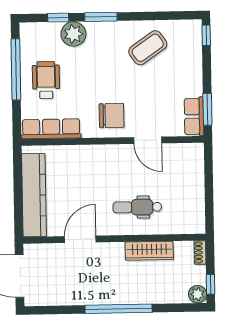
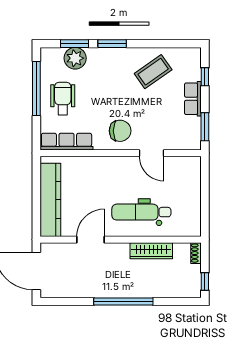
window: (58, 18) -> (74, 44), width x1.50
plant: (73, 34) -> (75, 58), moved
window: (206, 35) -> (205, 77), moved
row of seats: (194, 116) -> (193, 99), moved
dental chair: (137, 207) -> (141, 212), width x1.36, depth x1.38
plant: (198, 294) -> (193, 290), removed

